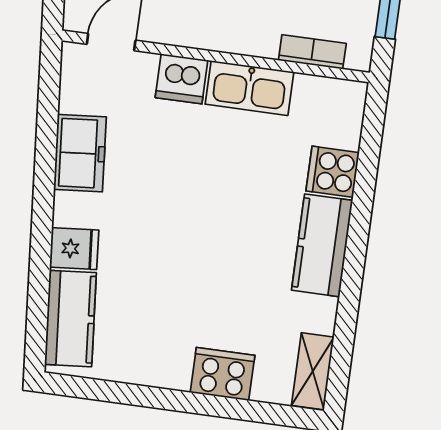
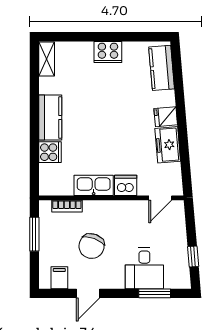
fridge: (74, 249) -> (166, 117), moved
cooker: (223, 374) -> (108, 52), moved

